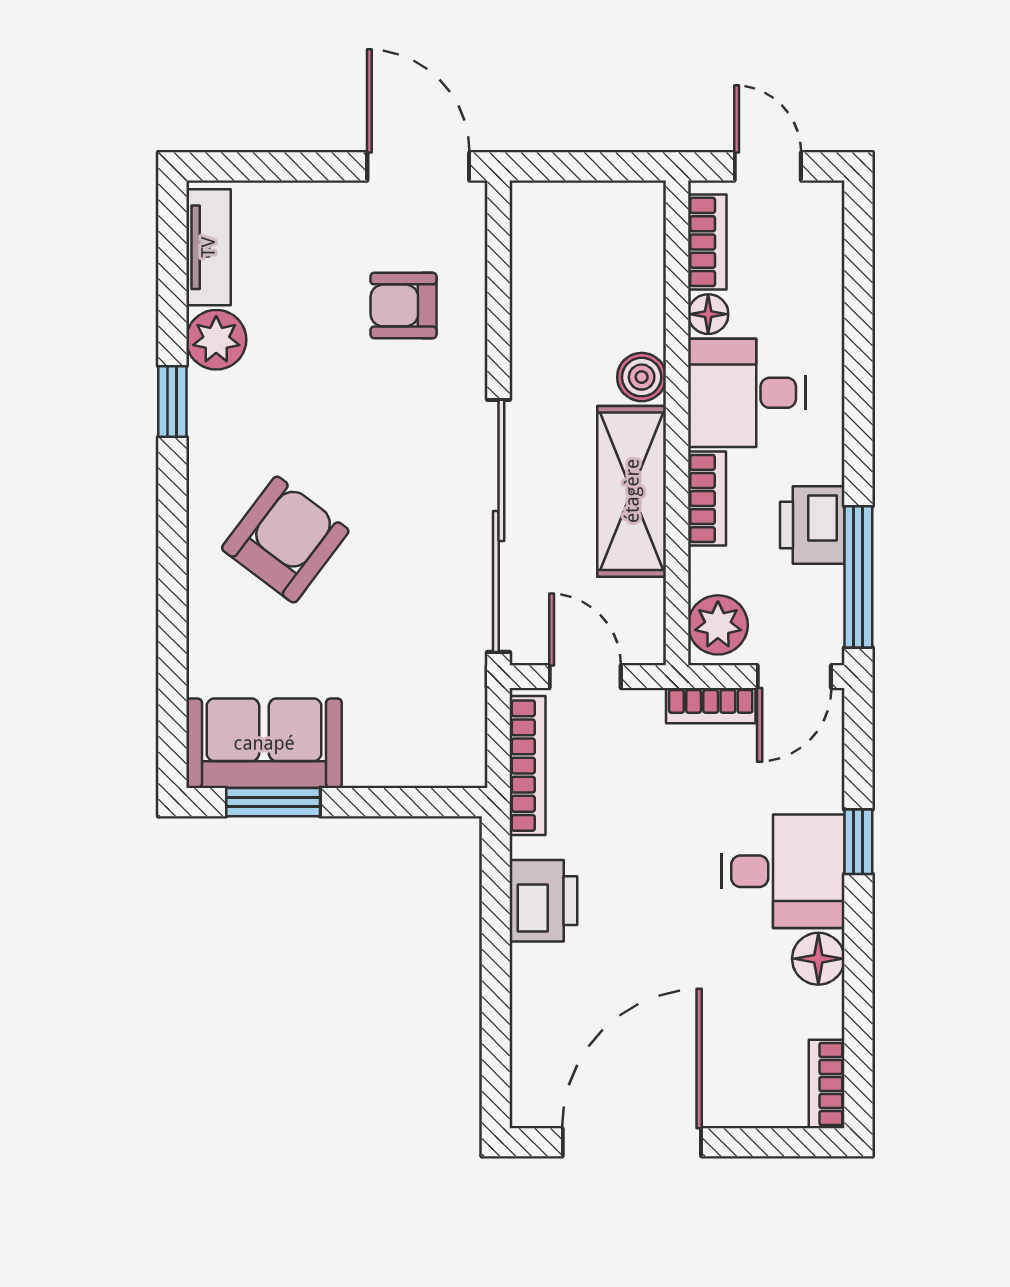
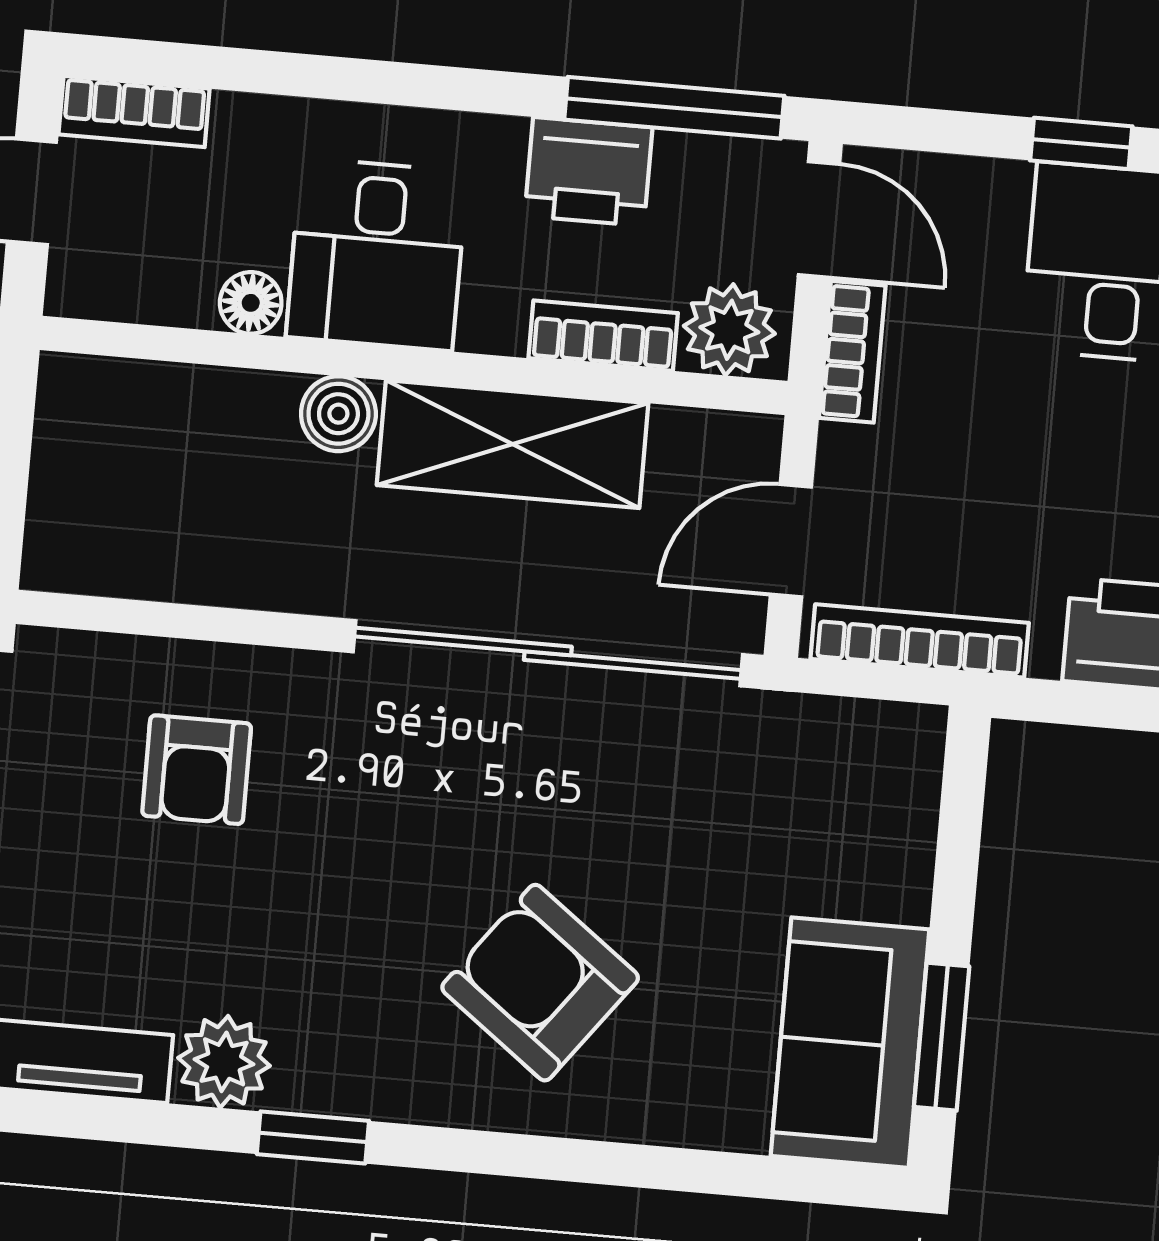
bookcase: (707, 242) -> (134, 112), moved, turned 180
bookcase: (707, 499) -> (603, 336), moved

